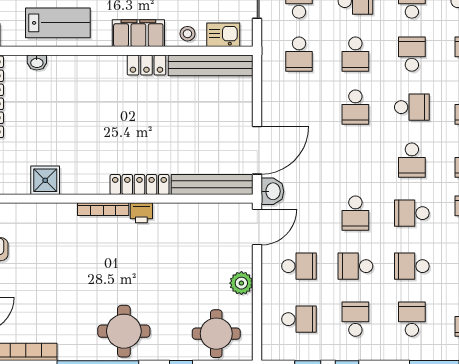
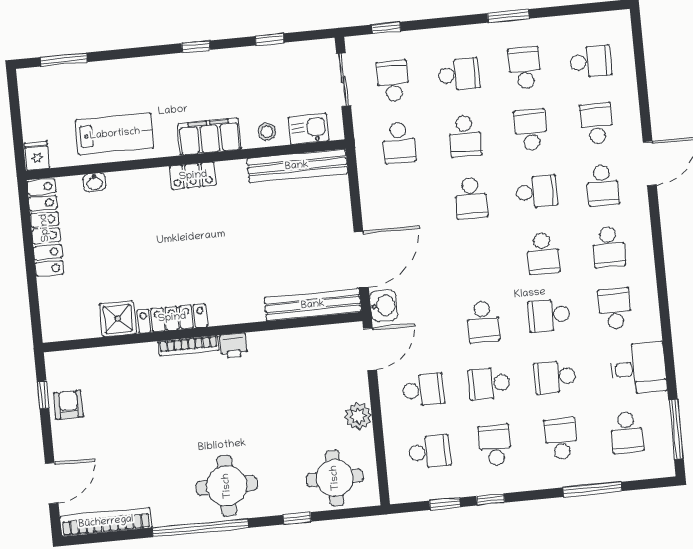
locker: (146, 65) -> (193, 176), moved
locker: (139, 185) -> (172, 318), moved

